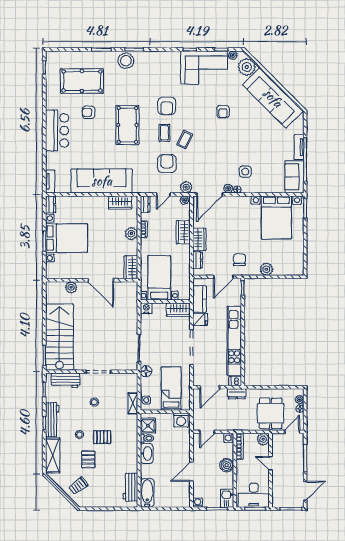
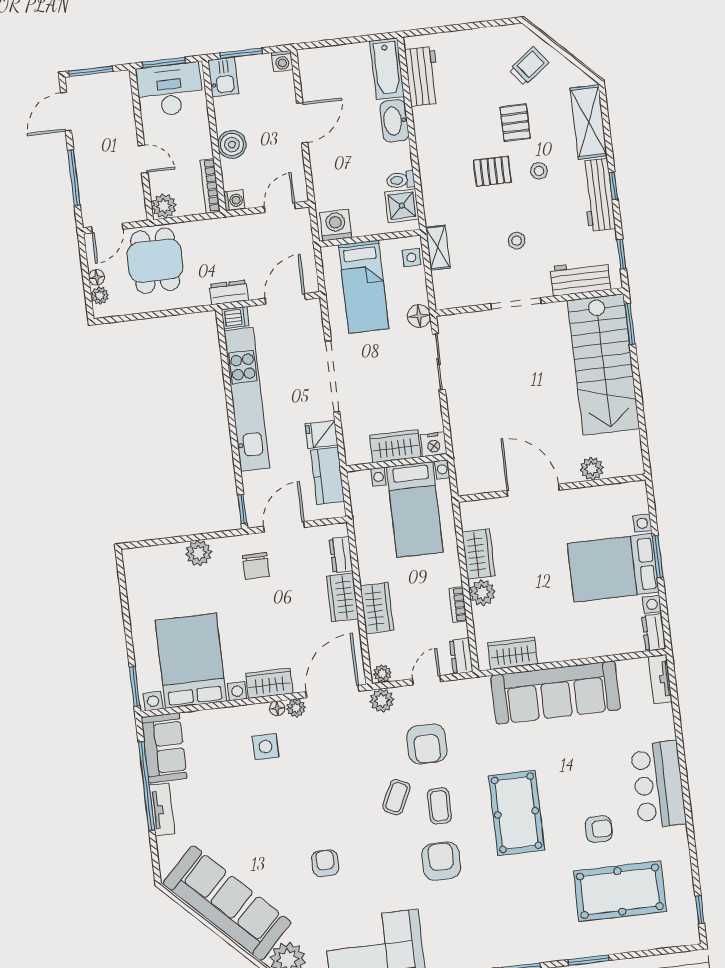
stool: (126, 61) -> (535, 943), removed
wardrobe: (240, 202) -> (269, 683), added
wardrobe: (131, 267) -> (478, 554), moved
wardrobe: (178, 310) -> (395, 446), moved
washbasin: (147, 453) -> (394, 121), moved

